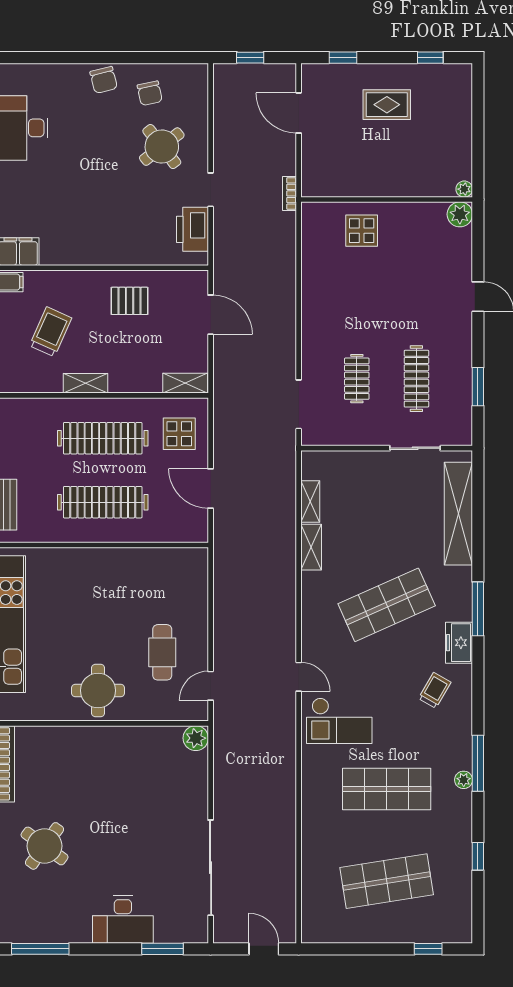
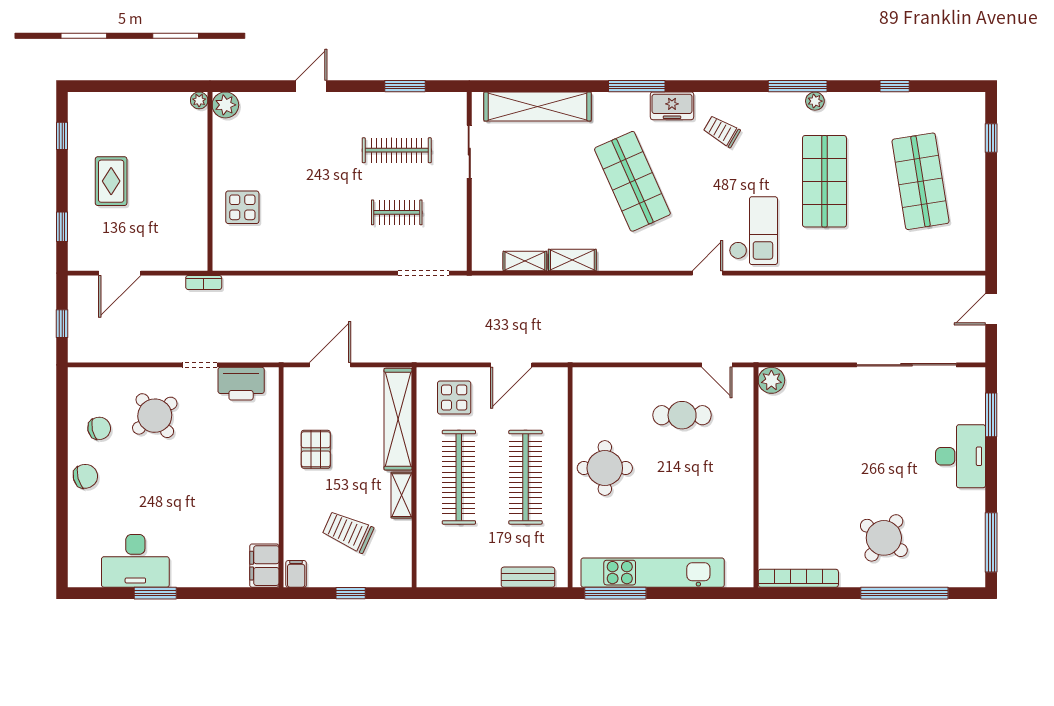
shelving: (185, 383) -> (398, 419), width x2.20, depth x1.33
round table: (98, 690) -> (605, 468), moved

